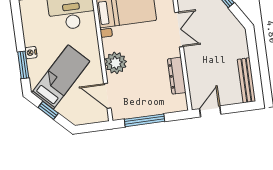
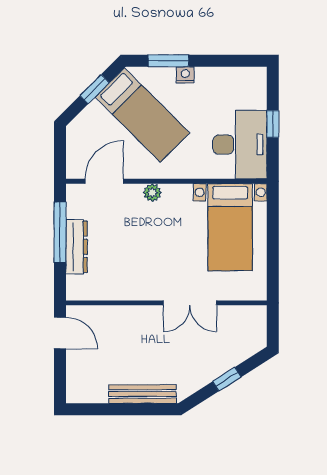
plant: (116, 63) -> (152, 193), width x0.53, depth x0.53
dresser: (177, 76) -> (77, 247), moved, turned 90
bench: (246, 80) -> (142, 394), moved

